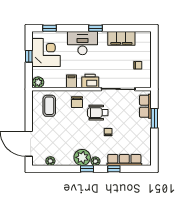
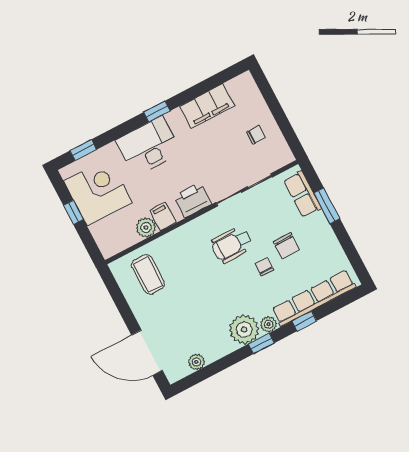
plant: (38, 82) -> (146, 228), moved
chair: (77, 102) -> (286, 246), moved
row of seats: (124, 160) -> (314, 298), width x1.36

